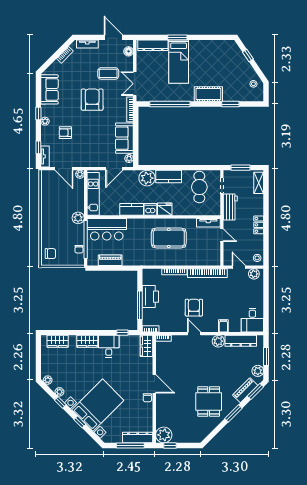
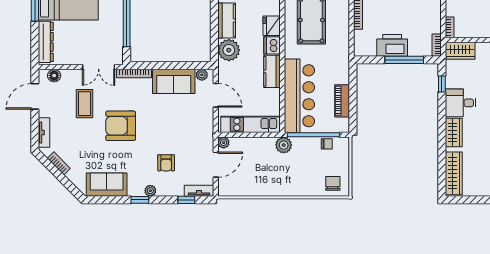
bar counter: (107, 229) -> (299, 96), width x1.36
wardrobe: (58, 341) -> (454, 173), width x1.50

